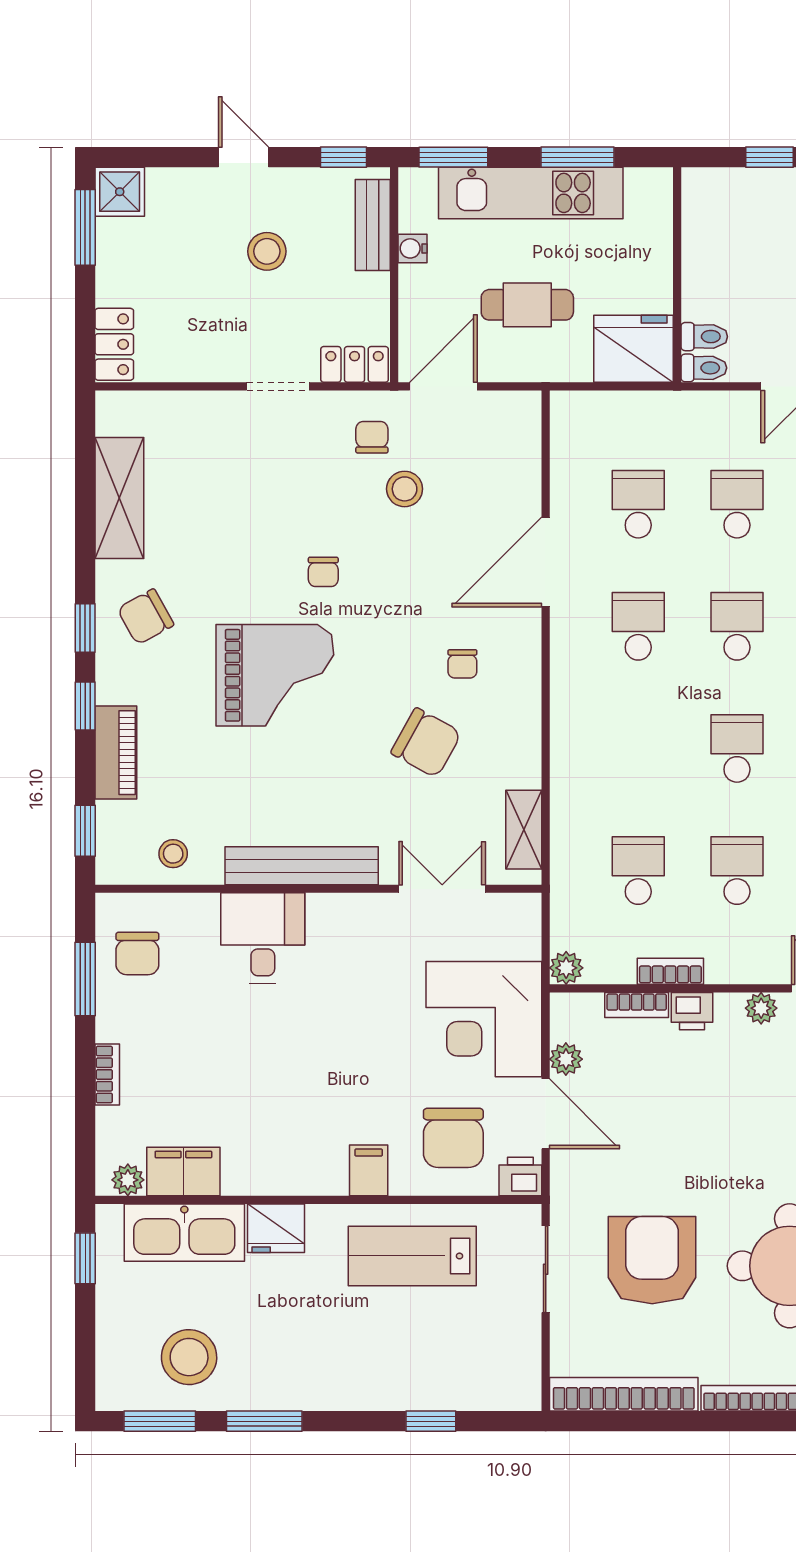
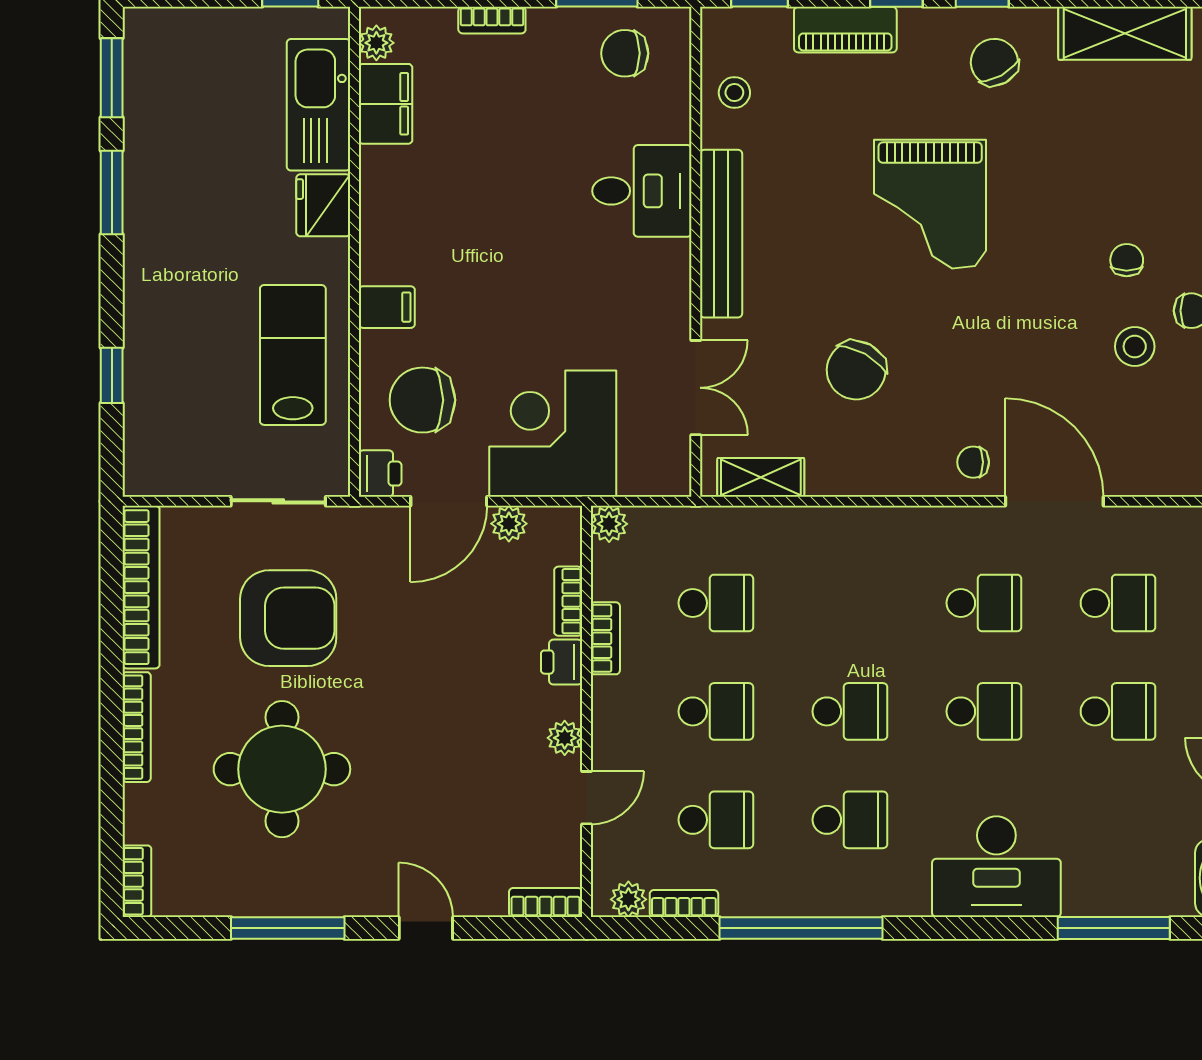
chair: (323, 572) -> (1127, 260), moved, turned 90
chair: (462, 664) -> (973, 462), moved
stool: (189, 1357) -> (182, 110), removed

